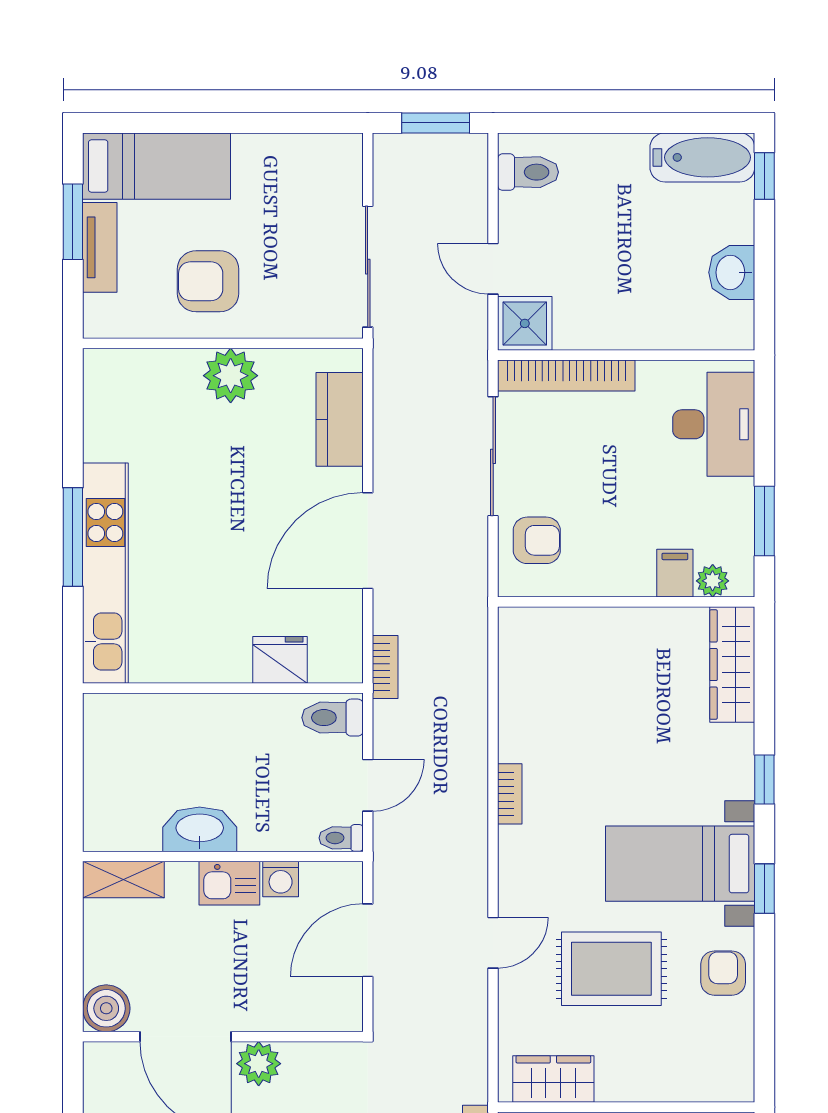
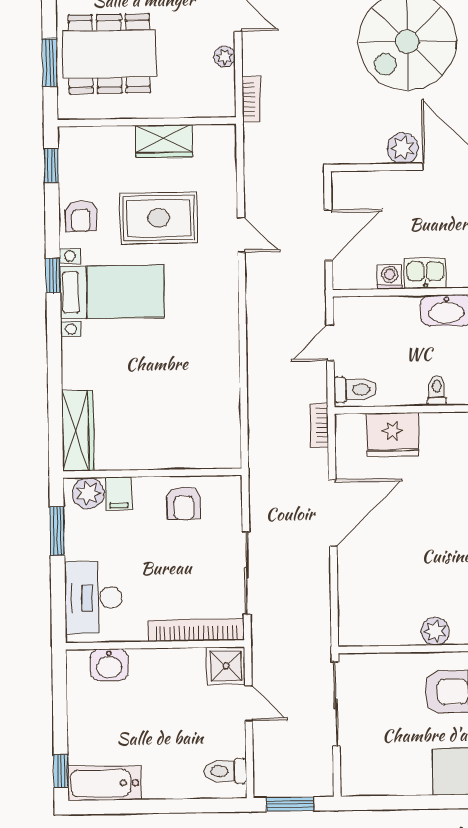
washbasin: (732, 272) -> (109, 665), moved, turned 90
plant: (231, 376) -> (435, 631), width x0.73, depth x0.73
kitchen counter: (340, 419) -> (354, 597), removed
armchair: (537, 540) -> (184, 503), moved, turned -90
plant: (713, 581) -> (88, 493), width x1.38, depth x1.38
fridge: (280, 660) -> (393, 435), width x1.36, depth x1.34
window: (764, 780) -> (51, 166), moved
bookcase: (510, 794) -> (231, 338), removed
toilet: (341, 838) -> (437, 390), moved, turned -90
door: (493, 943) -> (241, 235), swing flipped
wardrobe: (553, 1079) -> (164, 141), moved

